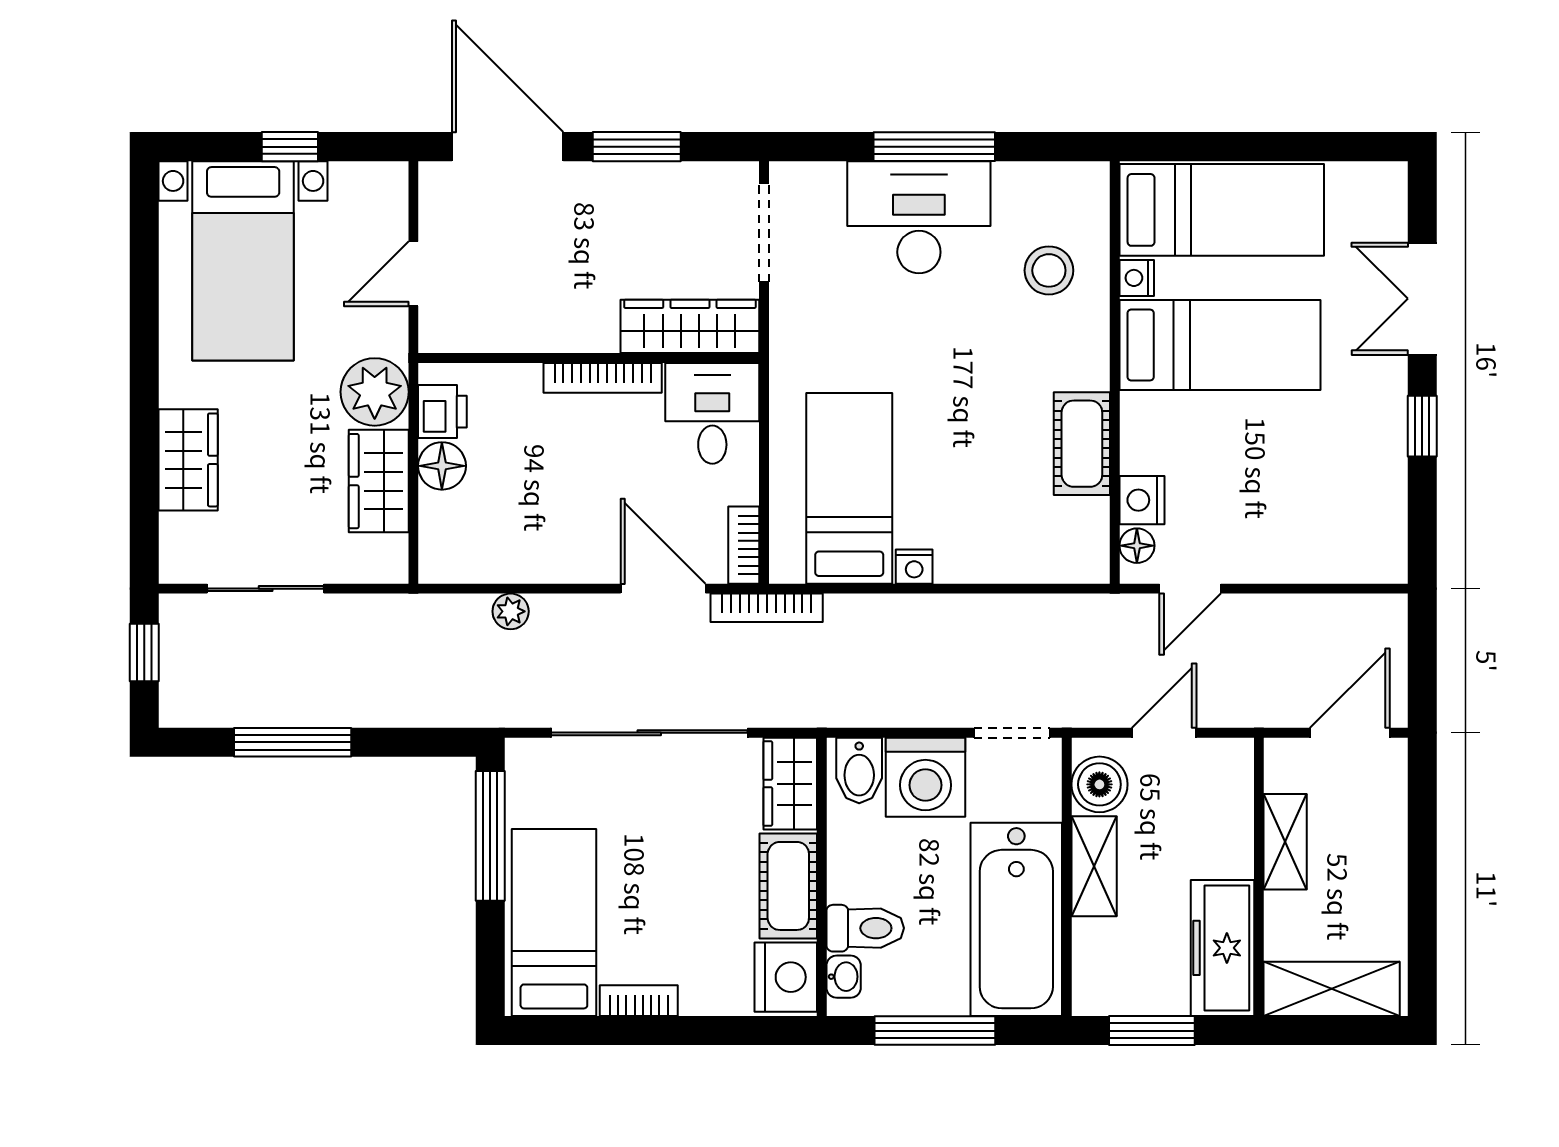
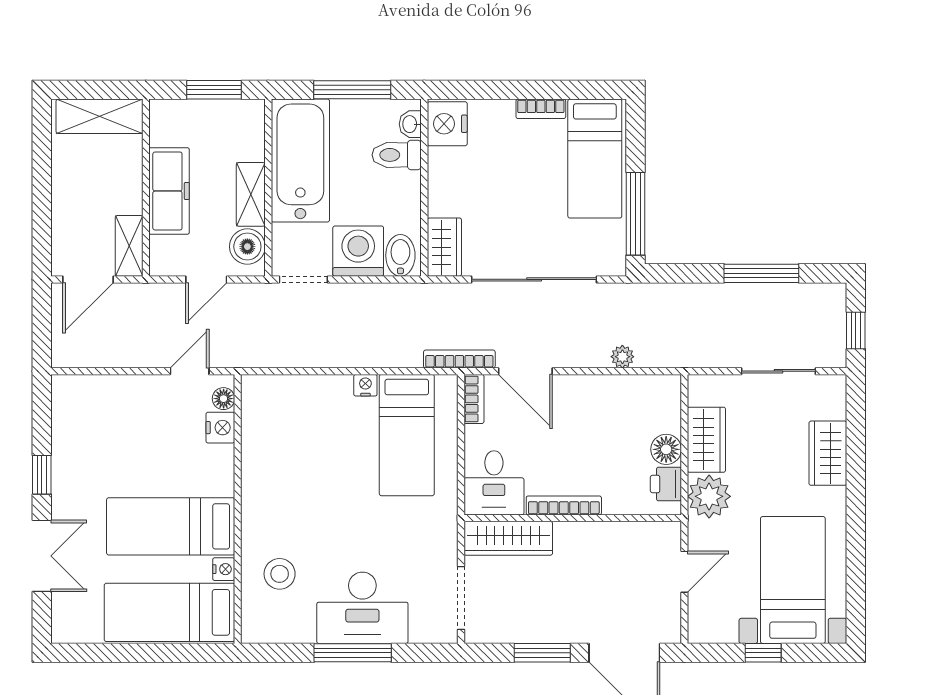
cot: (1082, 444) -> (259, 464), removed
shelving: (1285, 842) -> (129, 246), moved
cot: (788, 886) -> (446, 182), removed
freezer: (1222, 948) -> (169, 191), moved

